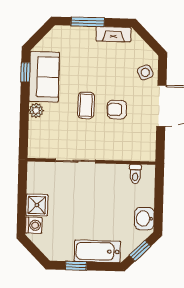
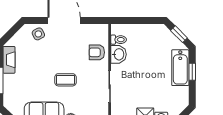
armchair: (117, 110) -> (97, 52), moved, turned 90
washbasin: (144, 219) -> (119, 54), moved, turned -90
window: (76, 266) -> (192, 72), moved

